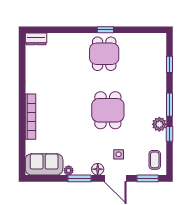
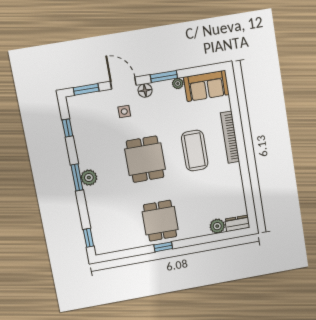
plant: (54, 40) -> (217, 226), added
window: (169, 64) -> (88, 238), moved
plant: (159, 124) -> (89, 178), moved
window: (169, 134) -> (67, 128), moved
coffee table: (155, 160) -> (195, 151), moved, width x1.86, depth x1.72

